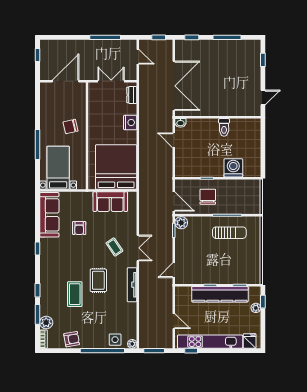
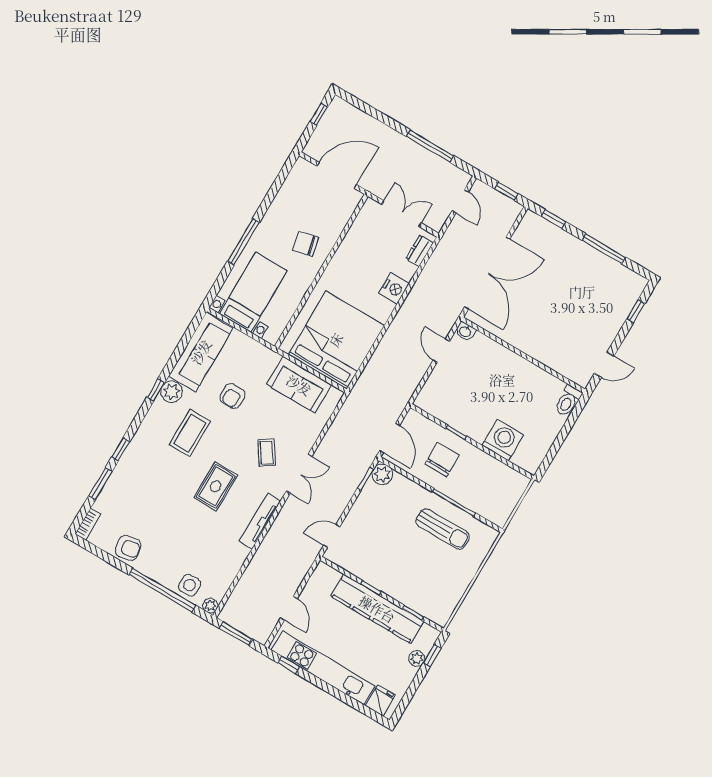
toilet: (224, 127) -> (568, 401), moved
coffee table: (75, 294) -> (190, 433), moved
plant: (46, 323) -> (172, 392), moved

